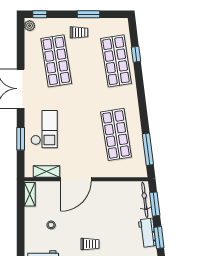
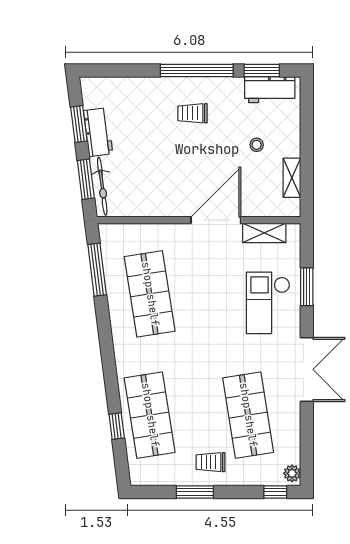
shelving: (30, 194) -> (292, 178), moved

